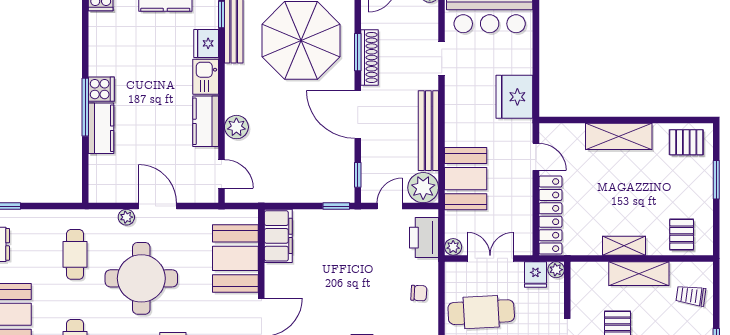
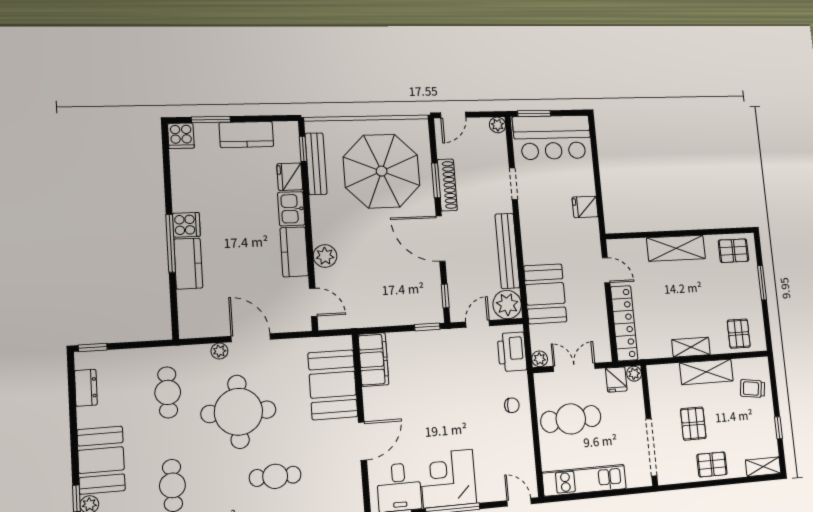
fridge: (514, 97) -> (585, 207), width x0.53, depth x0.75

